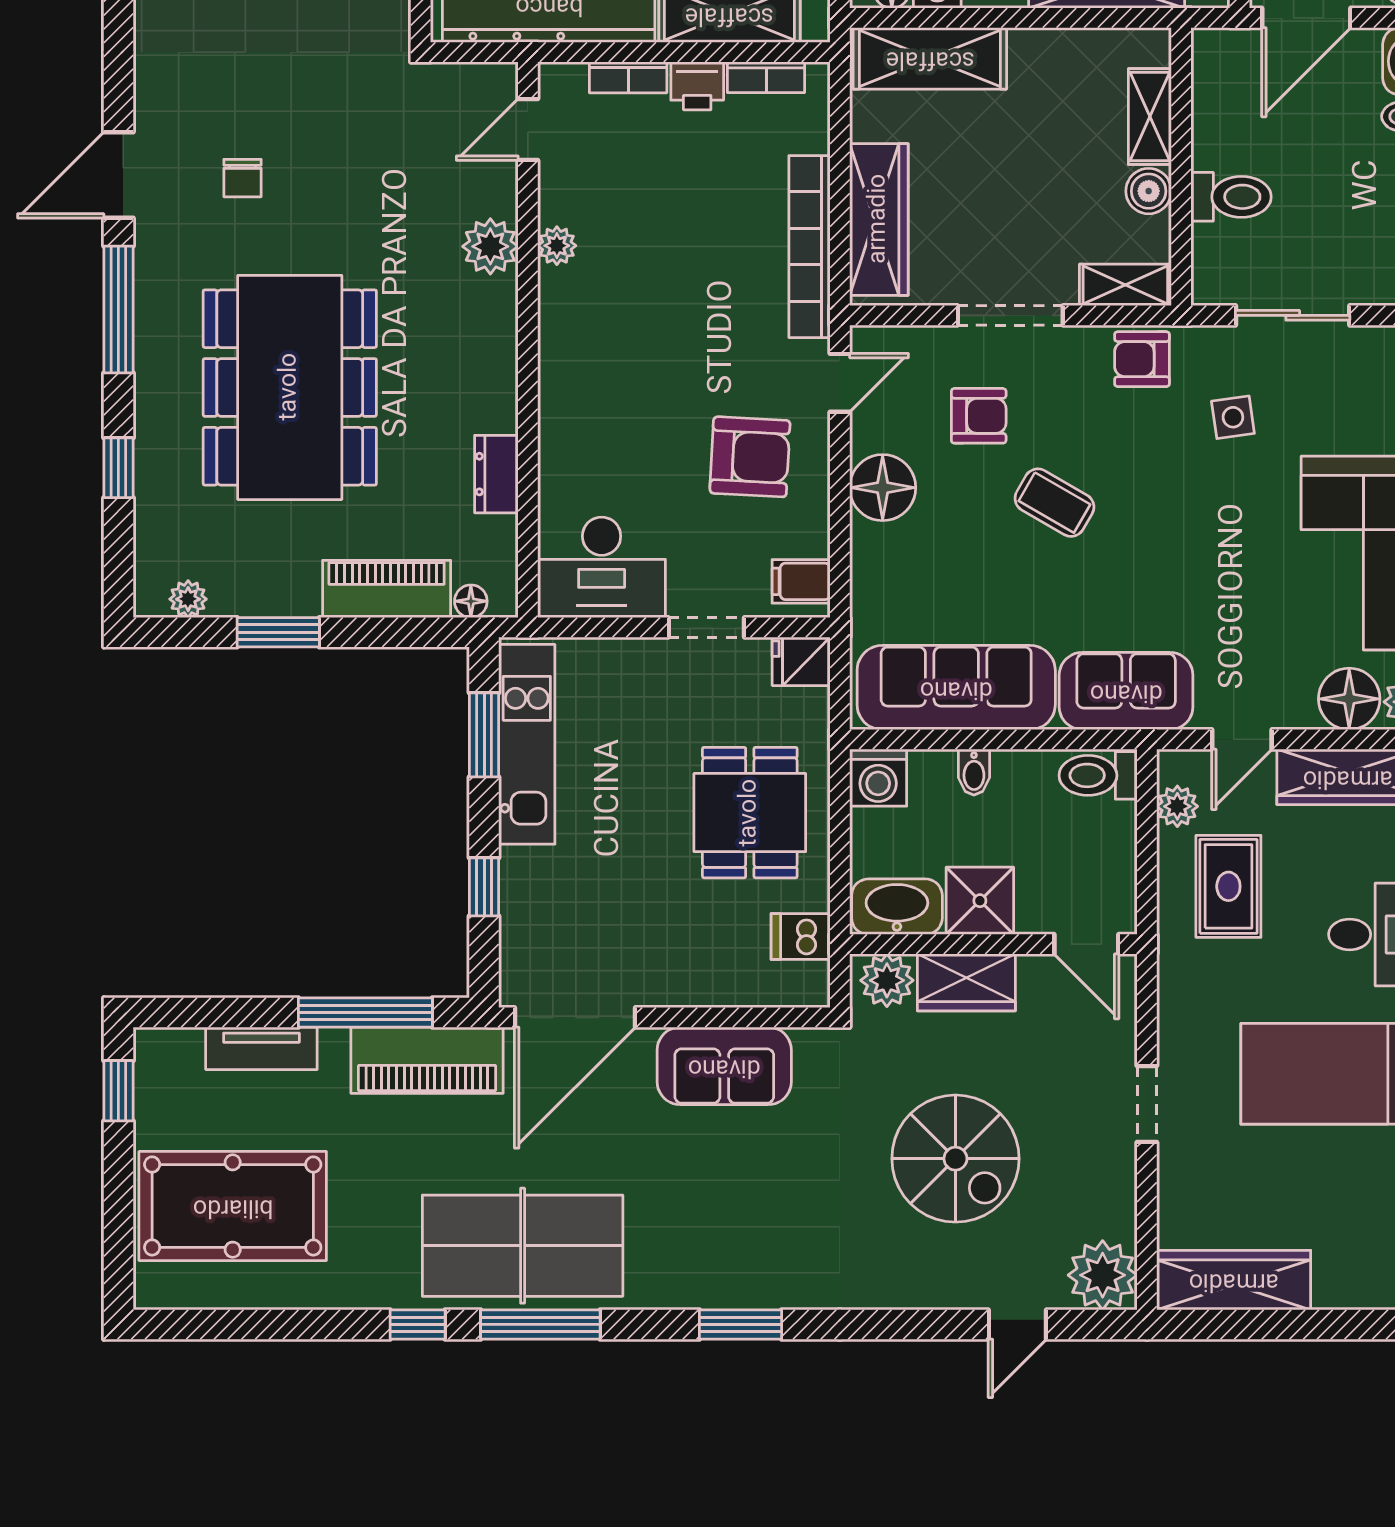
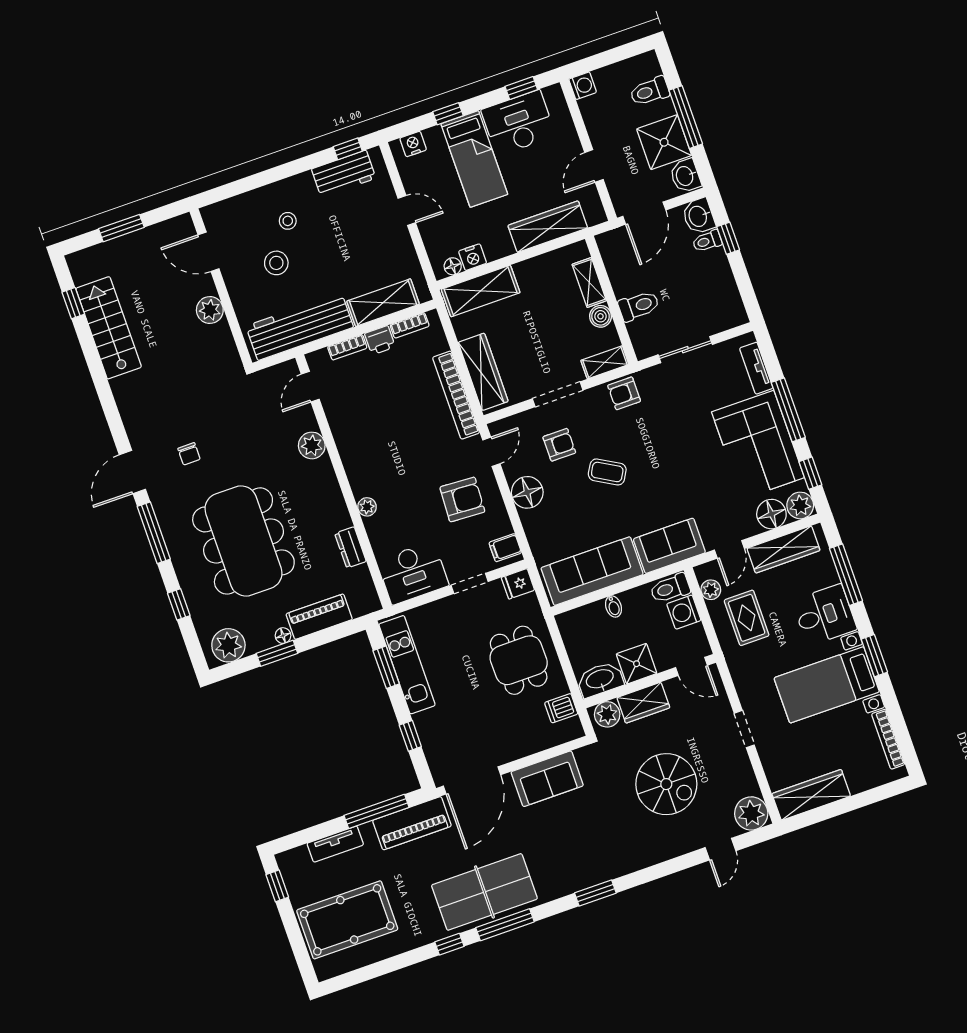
plant: (557, 246) -> (367, 507), moved
side table: (1233, 417) -> (674, 405), removed
plant: (188, 599) -> (228, 645), width x1.88, depth x1.88
floor lamp: (471, 601) -> (283, 636), moved
washing machine: (878, 778) -> (684, 612), moved, turned 90

